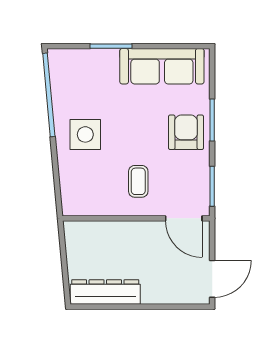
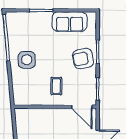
sofa: (162, 66) -> (70, 22), width x0.73
armchair: (186, 132) -> (83, 59), turned -101

